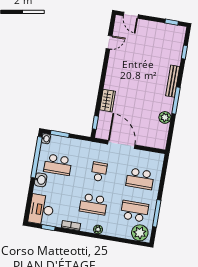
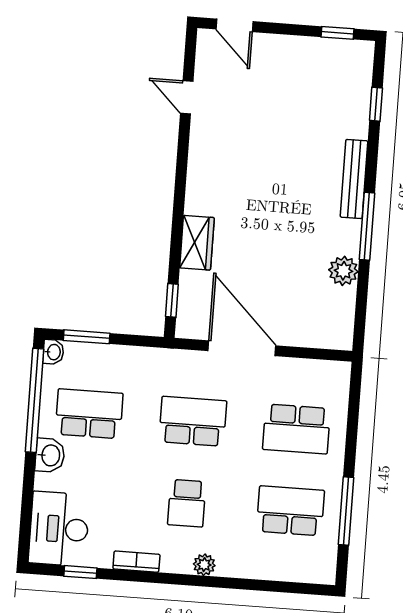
door: (109, 42) -> (187, 97), swing flipped
school desk: (58, 165) -> (89, 414), turned 180
school desk: (99, 172) -> (193, 421), width x1.85
school desk: (93, 204) -> (187, 503), width x0.54
plant: (140, 233) -> (309, 563), removed

